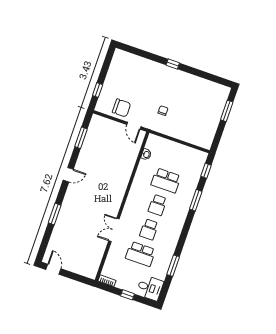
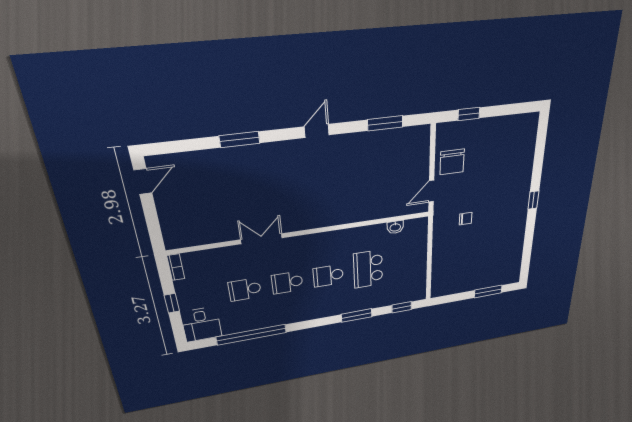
door: (68, 175) -> (317, 131), swing flipped
school desk: (141, 254) -> (245, 290), width x0.54
window: (173, 266) -> (251, 335), width x2.11

